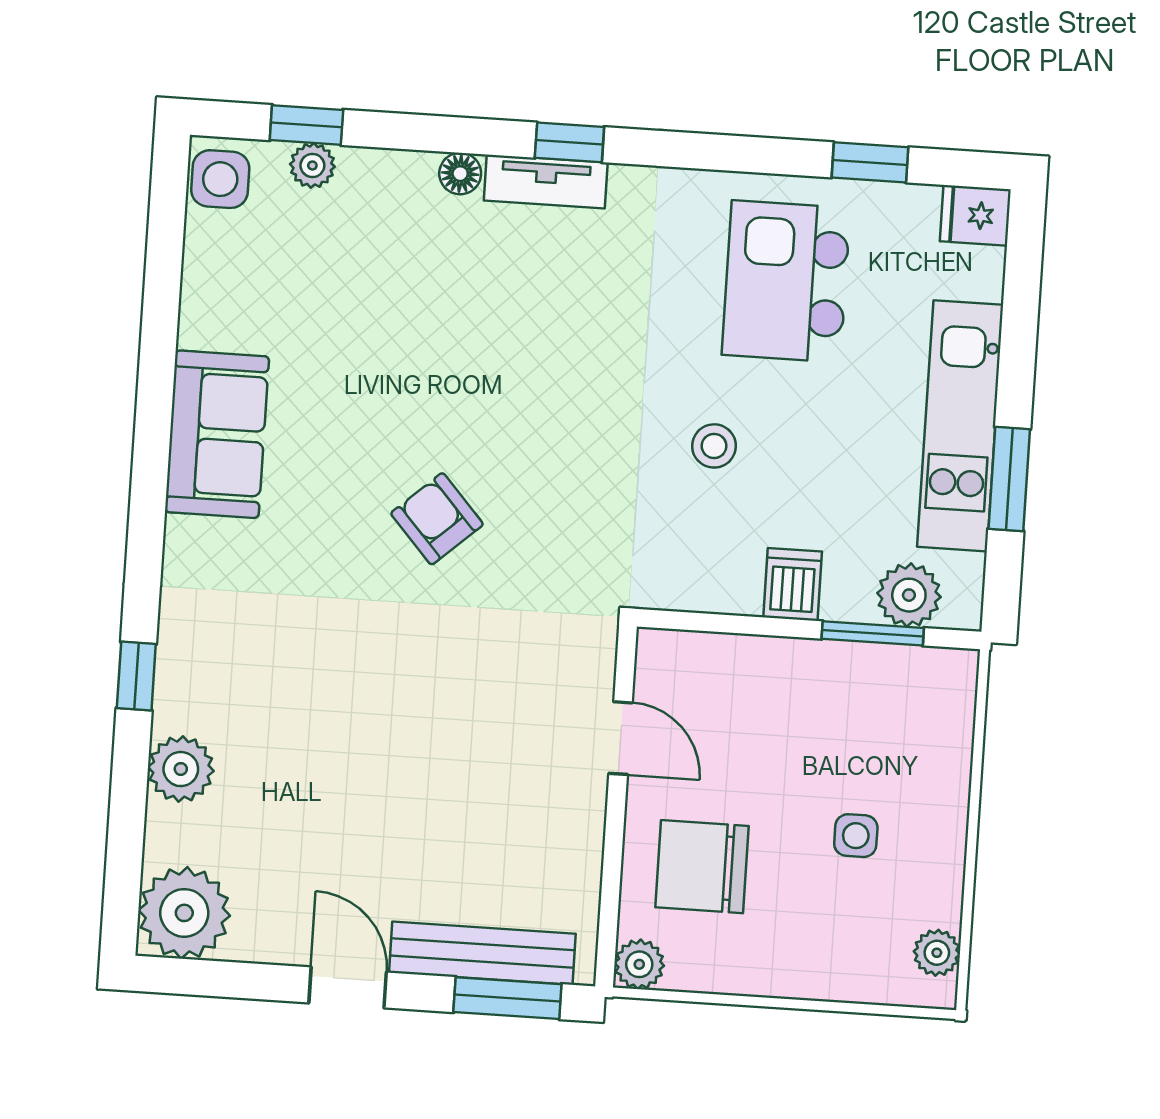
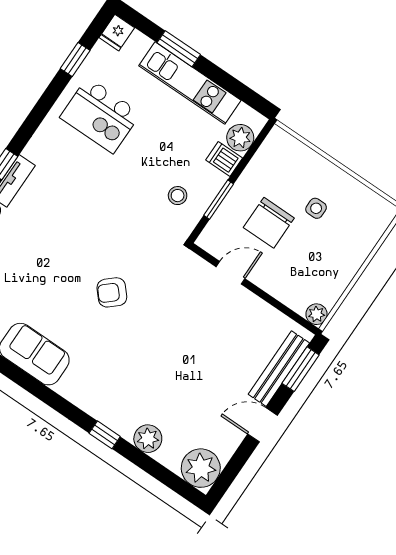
stool: (714, 446) -> (178, 196), moved
window: (1009, 479) -> (179, 49), moved
dishwasher: (793, 584) -> (224, 159), moved
window: (873, 633) -> (219, 200), moved
chair: (702, 867) -> (269, 223), moved
plant: (937, 953) -> (376, 204), removed

